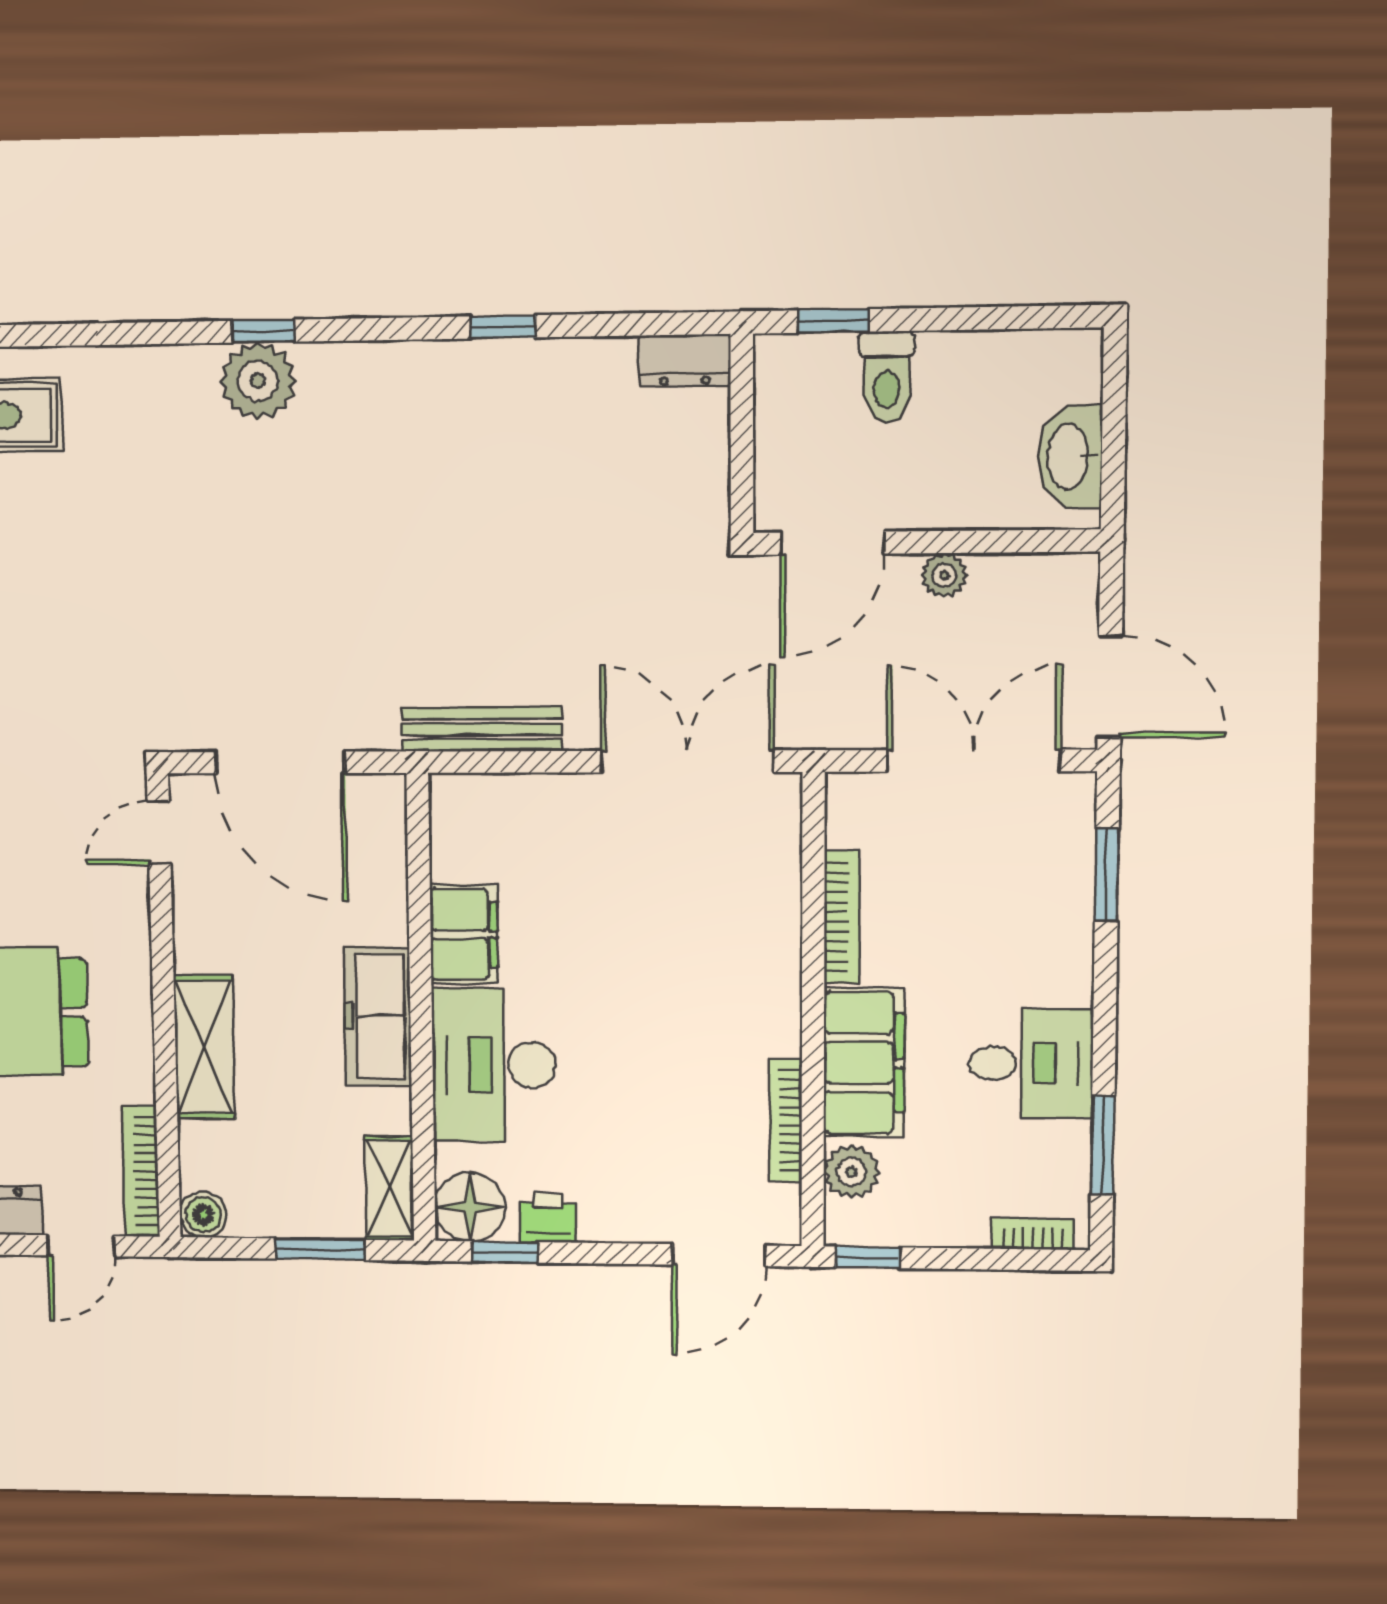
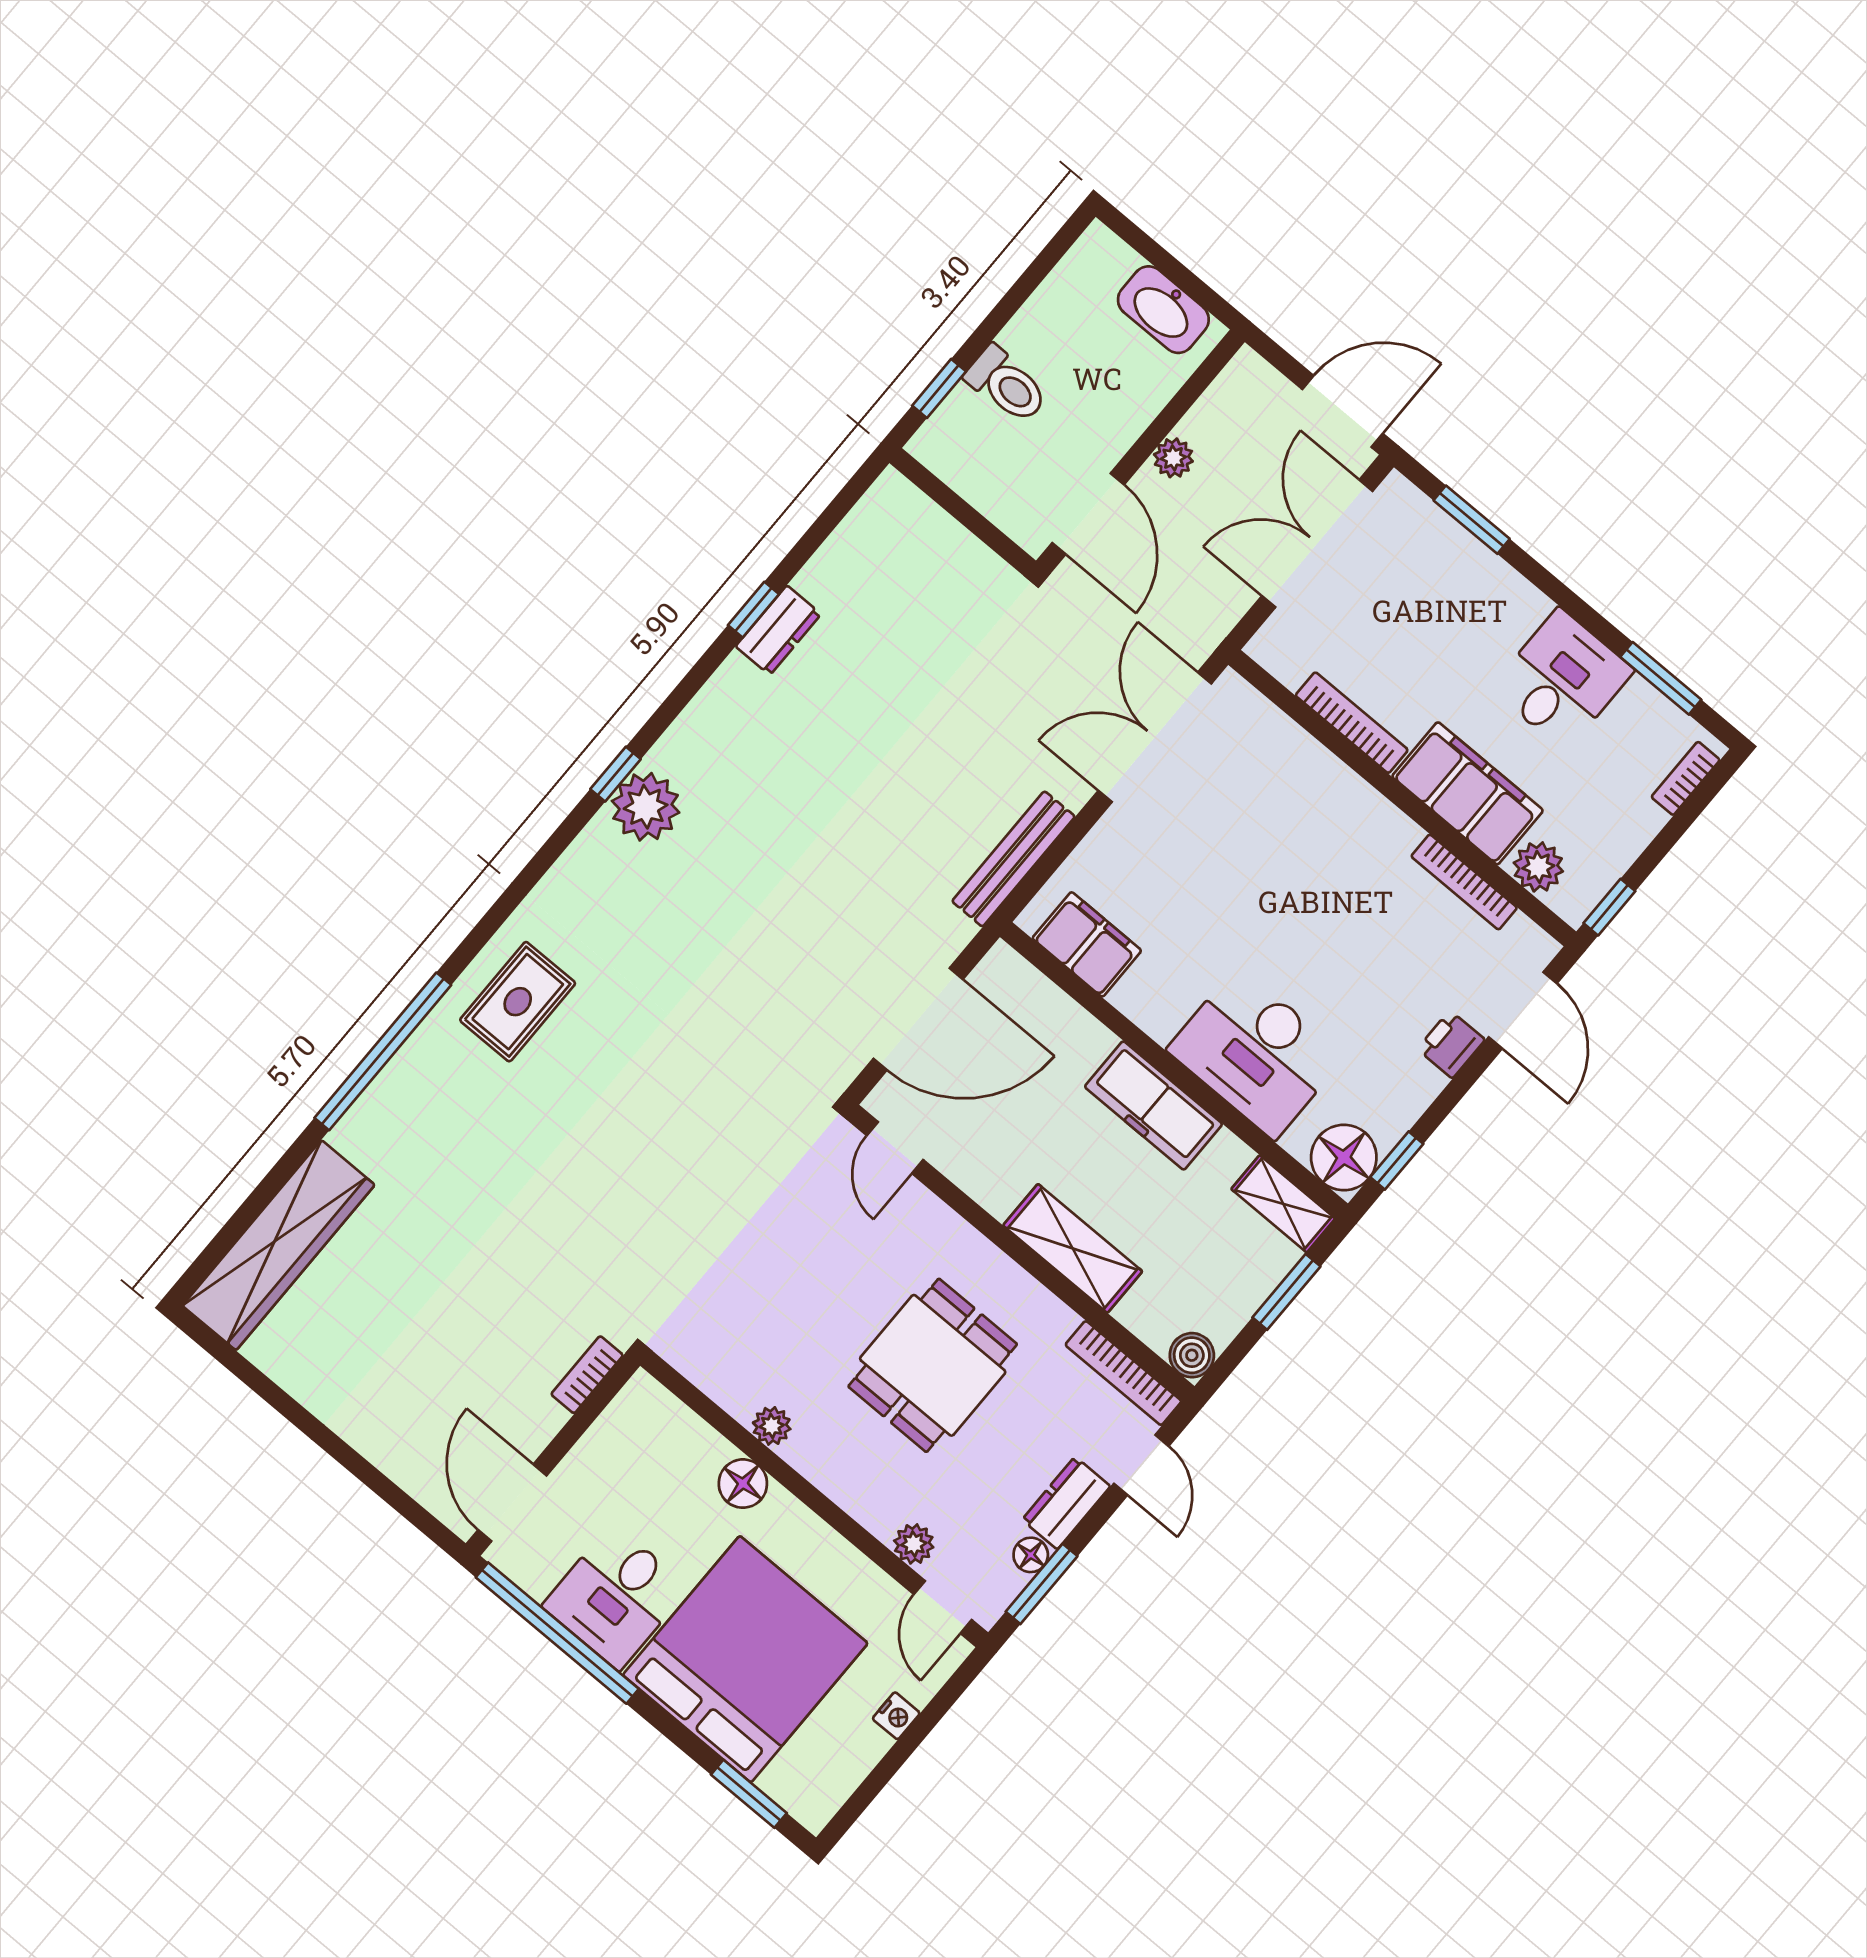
dresser: (685, 361) -> (778, 630), moved
filing cabinet: (464, 934) -> (1087, 944), moved
printer: (548, 1218) -> (1451, 1044), moved

